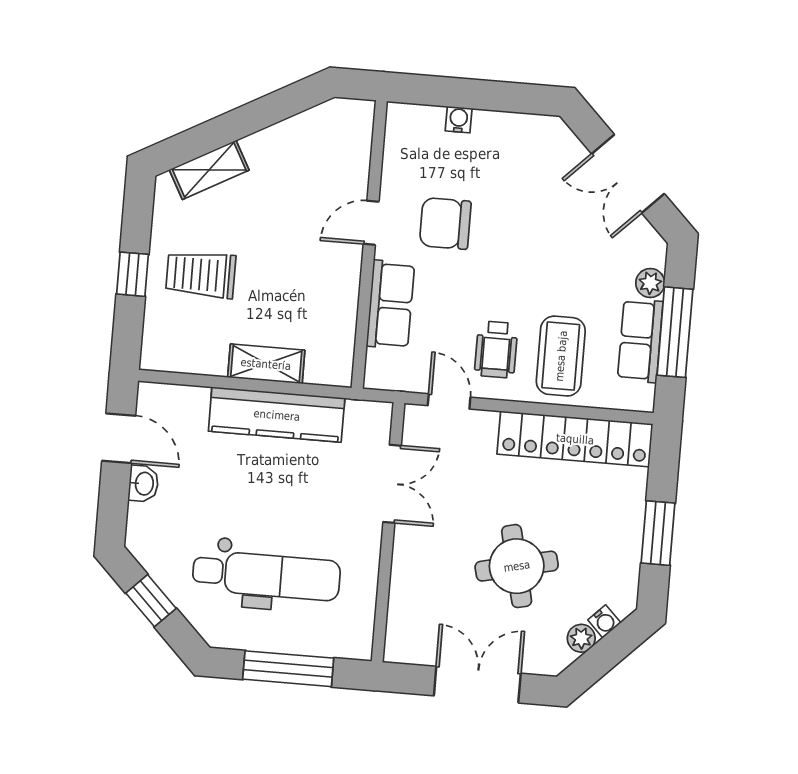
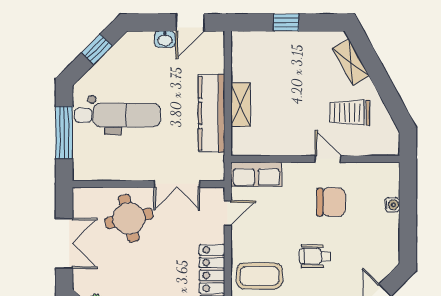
chair: (445, 223) -> (331, 202), turned 90
trolley: (201, 275) -> (350, 113), moved, turned -90
row of seats: (390, 305) -> (256, 174), moved
wheelchair: (496, 349) -> (315, 256), moved
round table: (517, 566) -> (129, 218), moved
dental chair: (266, 575) -> (117, 115), turned -90

